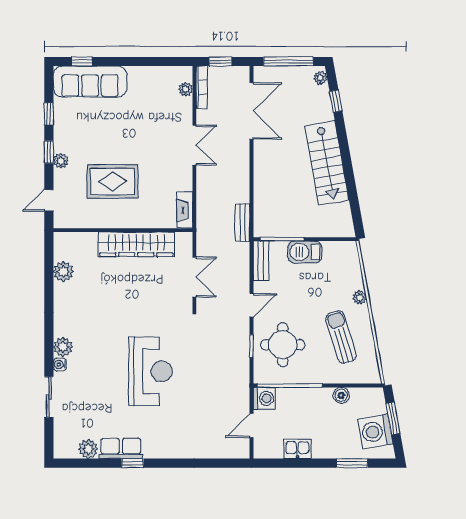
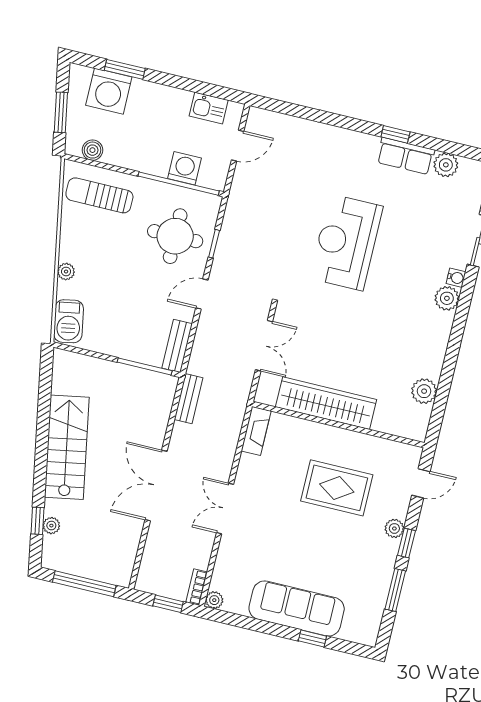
window: (82, 62) -> (312, 638), moved
plant: (320, 78) -> (51, 526), moved
sofa: (90, 82) -> (297, 608), moved
bookcase: (202, 87) -> (197, 587), width x0.64
plant: (186, 89) -> (214, 600), moved
double door: (251, 111) -> (156, 486), moved
window: (49, 114) -> (395, 590), width x1.50
barbecue: (305, 252) -> (69, 321), moved, turned 80
double door: (194, 277) -> (264, 346), swing flipped
sun lounger: (341, 337) -> (99, 195), moved, turned 107
boiler: (341, 395) -> (92, 150), moved
washing machine: (264, 398) -> (185, 168), moved, turned 90
washing machine: (375, 431) -> (109, 91), moved, turned 100
kitchen sink: (297, 449) -> (209, 108), moved

